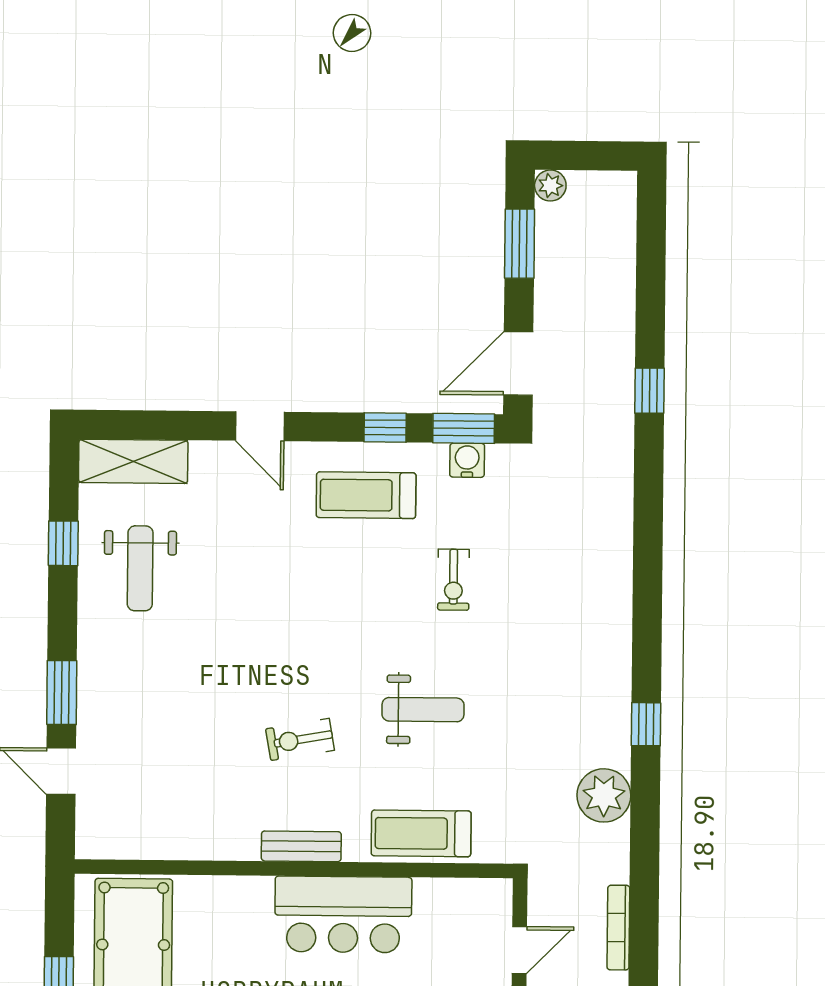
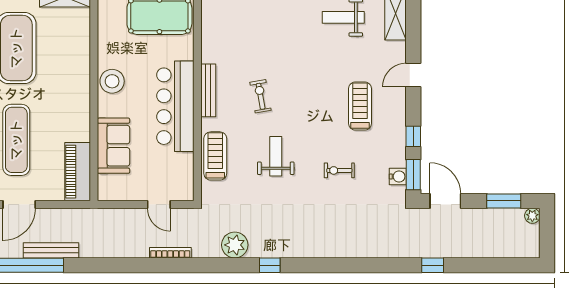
treadmill: (366, 495) -> (360, 106), moved
weight bench: (423, 710) -> (276, 156), turned 180
bench: (301, 846) -> (208, 90), width x1.36
bar counter: (343, 914) -> (175, 106), width x1.36

